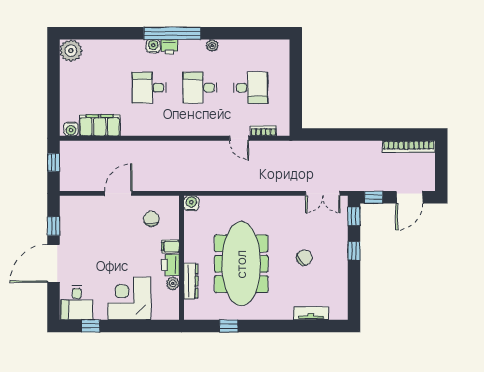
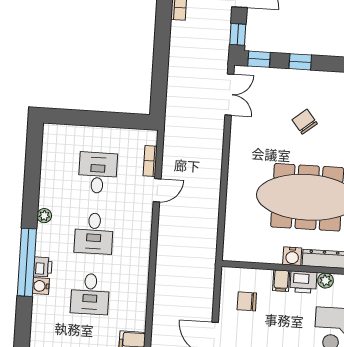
water cooler: (191, 203) -> (292, 256), moved, turned -90

